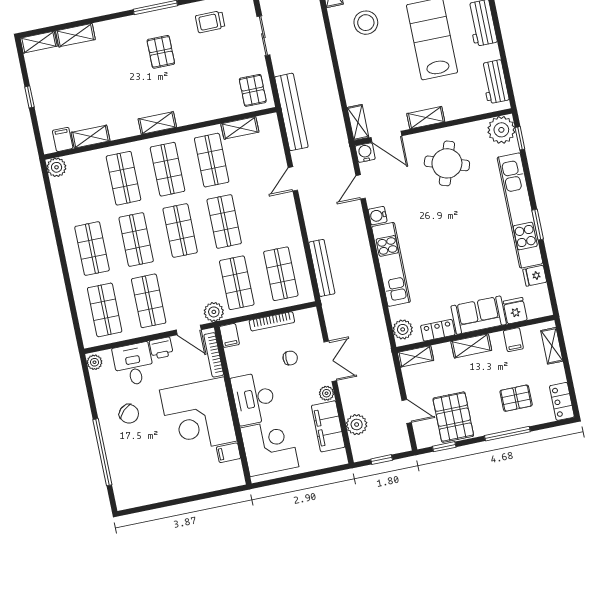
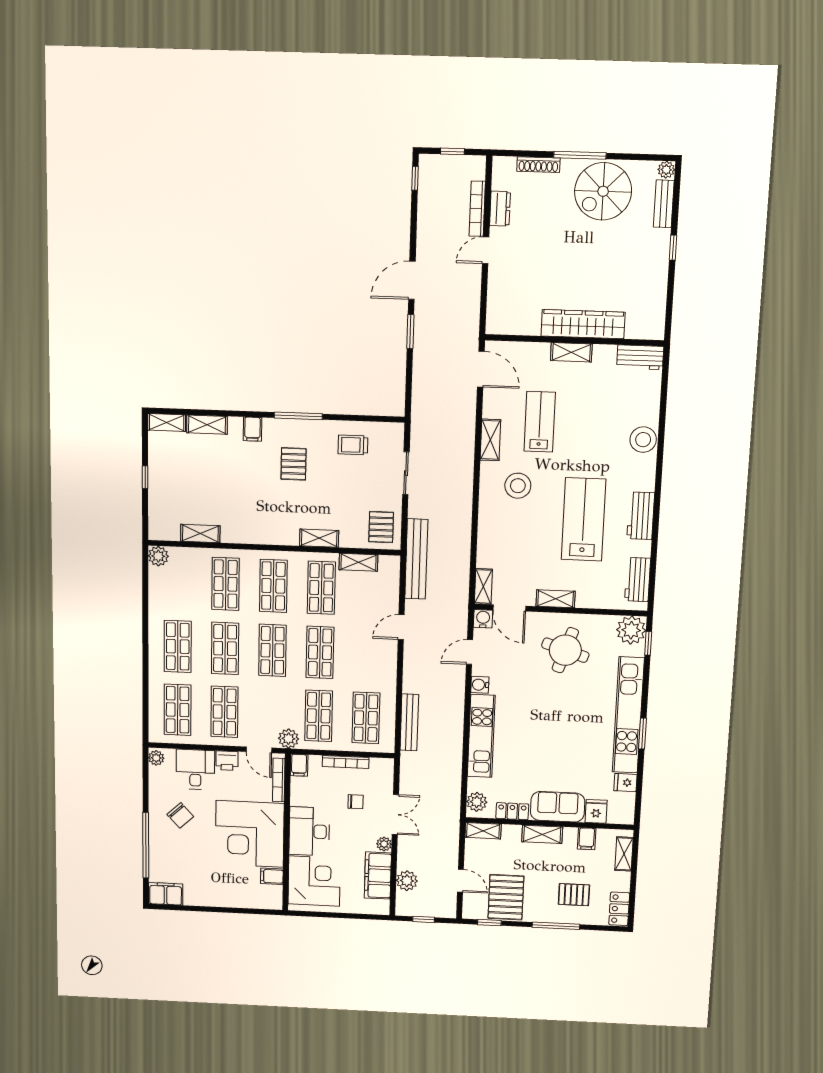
shelving: (157, 123) -> (319, 538), moved
filing cabinet: (63, 139) -> (252, 429), moved, turned 180
filing cabinet: (131, 497) -> (166, 894), added

